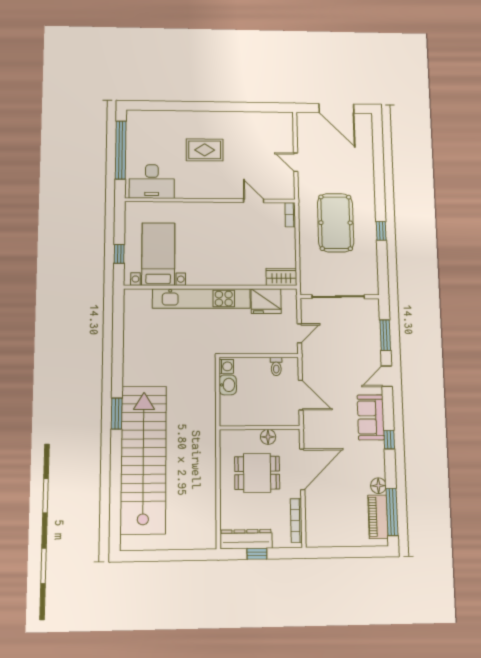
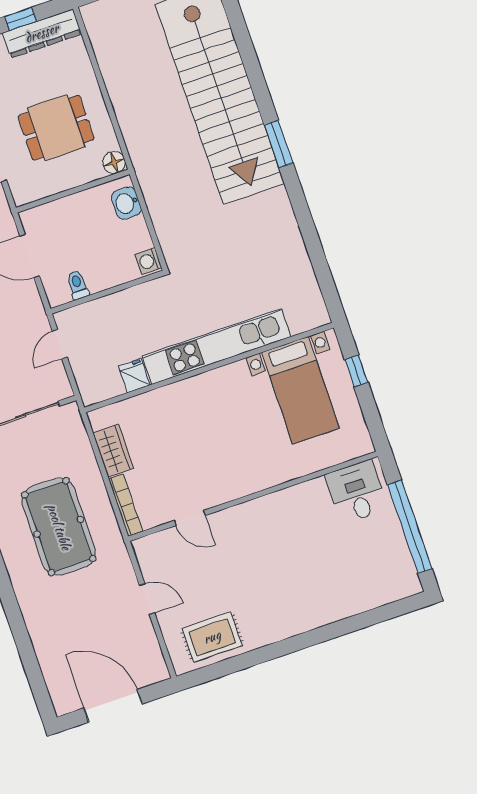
rug: (205, 150) -> (212, 637), moved
desk: (152, 181) -> (357, 492), width x0.73
bookcase: (290, 215) -> (126, 505), width x1.56
wardrobe: (281, 277) -> (113, 451), moved, turned -90
fridge: (266, 301) -> (134, 376), width x0.53, depth x0.75
washbasin: (228, 385) -> (126, 203), moved
floor lamp: (268, 437) -> (114, 163), moved

